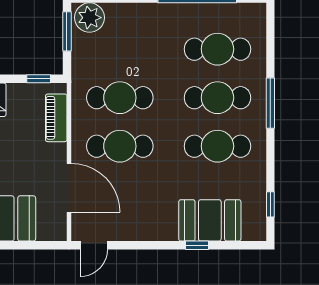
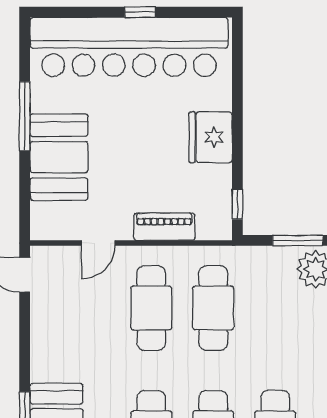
piano: (56, 118) -> (164, 227), moved
door: (69, 188) -> (98, 243), width x0.53

